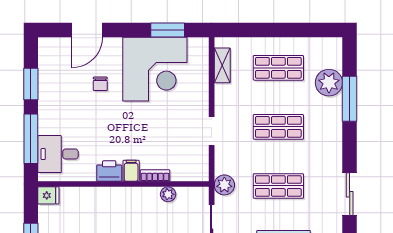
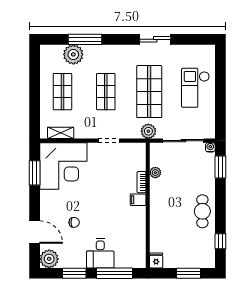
plant: (51, 50) -> (49, 259), added
corner desk: (155, 69) -> (63, 166), moved, turned 90
desk: (58, 154) -> (100, 253), moved
printer: (109, 171) -> (138, 216), removed
shop shelf: (278, 186) -> (149, 92), width x1.43, depth x1.36

